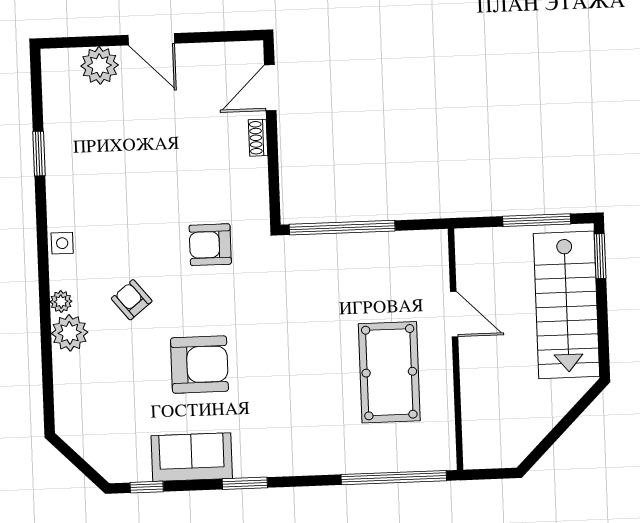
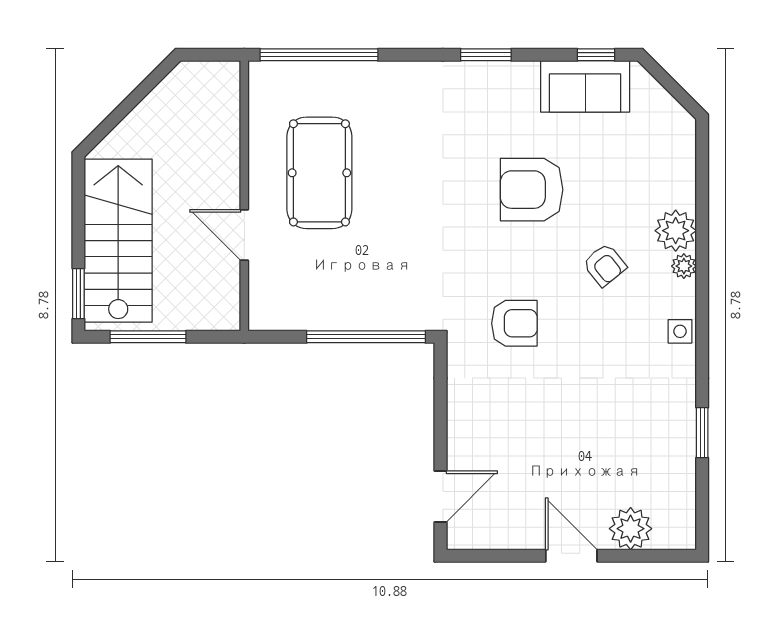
shoe rack: (258, 138) -> (456, 441), removed
sofa: (192, 457) -> (585, 86), moved

